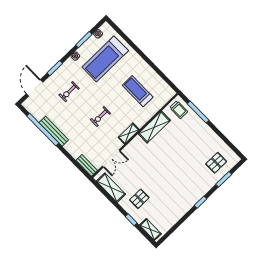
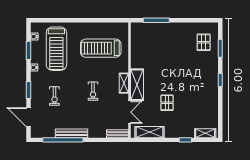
treadmill: (138, 91) -> (101, 48), width x1.37, depth x1.38
trolley: (179, 110) -> (141, 32), removed
shelving: (154, 127) -> (137, 85), moved
pallet: (139, 199) -> (167, 103), moved

